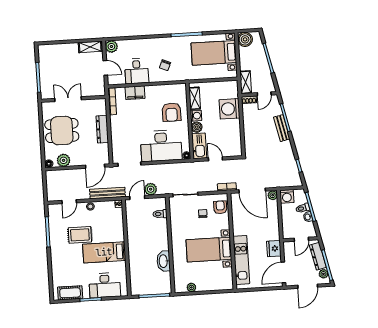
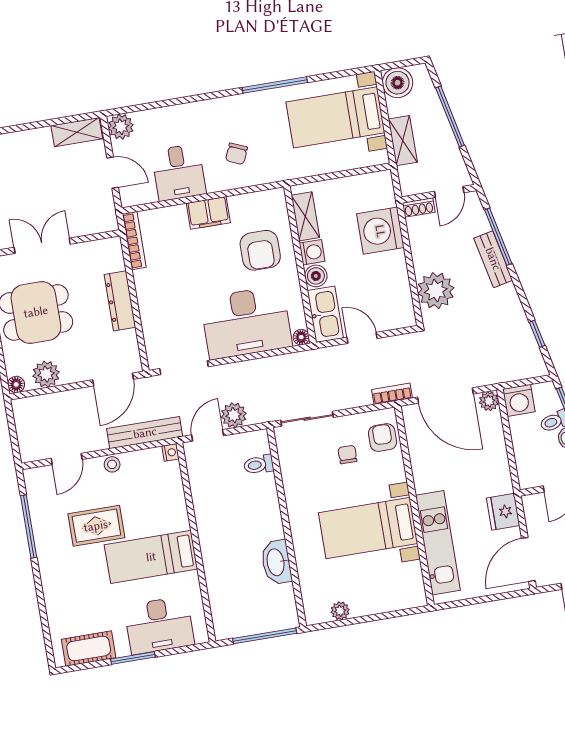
shelving: (246, 82) -> (403, 141), moved
filing cabinet: (135, 93) -> (208, 213), moved
plant: (253, 140) -> (436, 291), added

